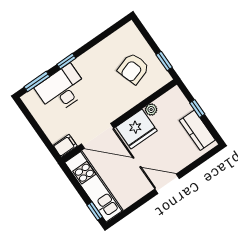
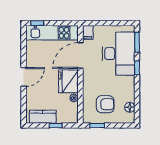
floor lamp: (117, 38) -> (130, 107), added
armchair: (133, 69) -> (105, 104), turned 108
desk: (62, 89) -> (119, 54), width x1.36, depth x1.30

